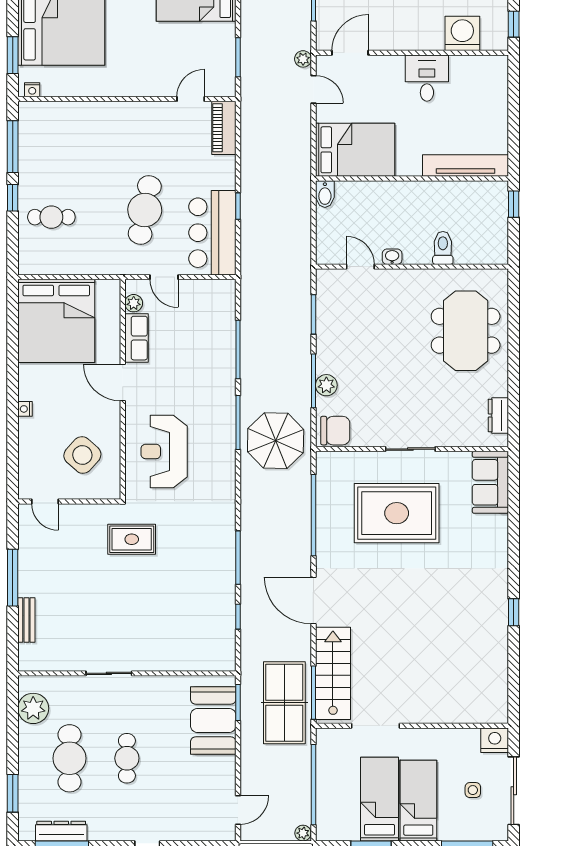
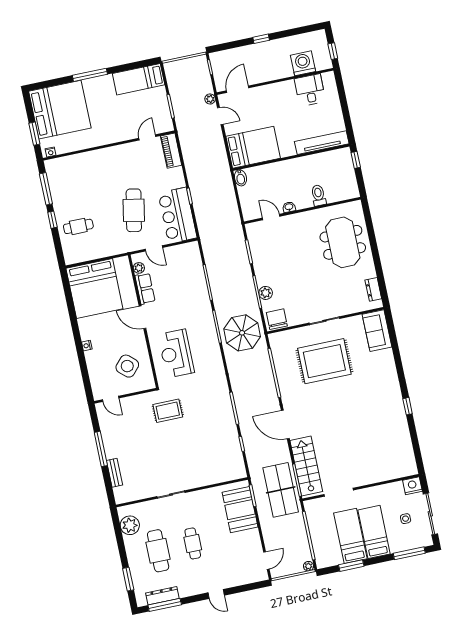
desk: (427, 78) -> (310, 90), moved
chair: (335, 431) -> (277, 319), turned -90

